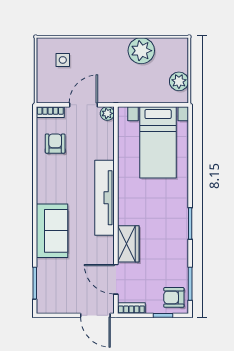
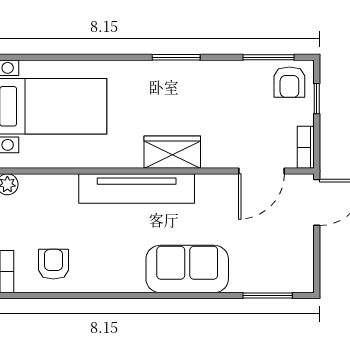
armchair: (55, 144) -> (53, 264), turned 90
wardrobe: (128, 244) -> (172, 152), moved

